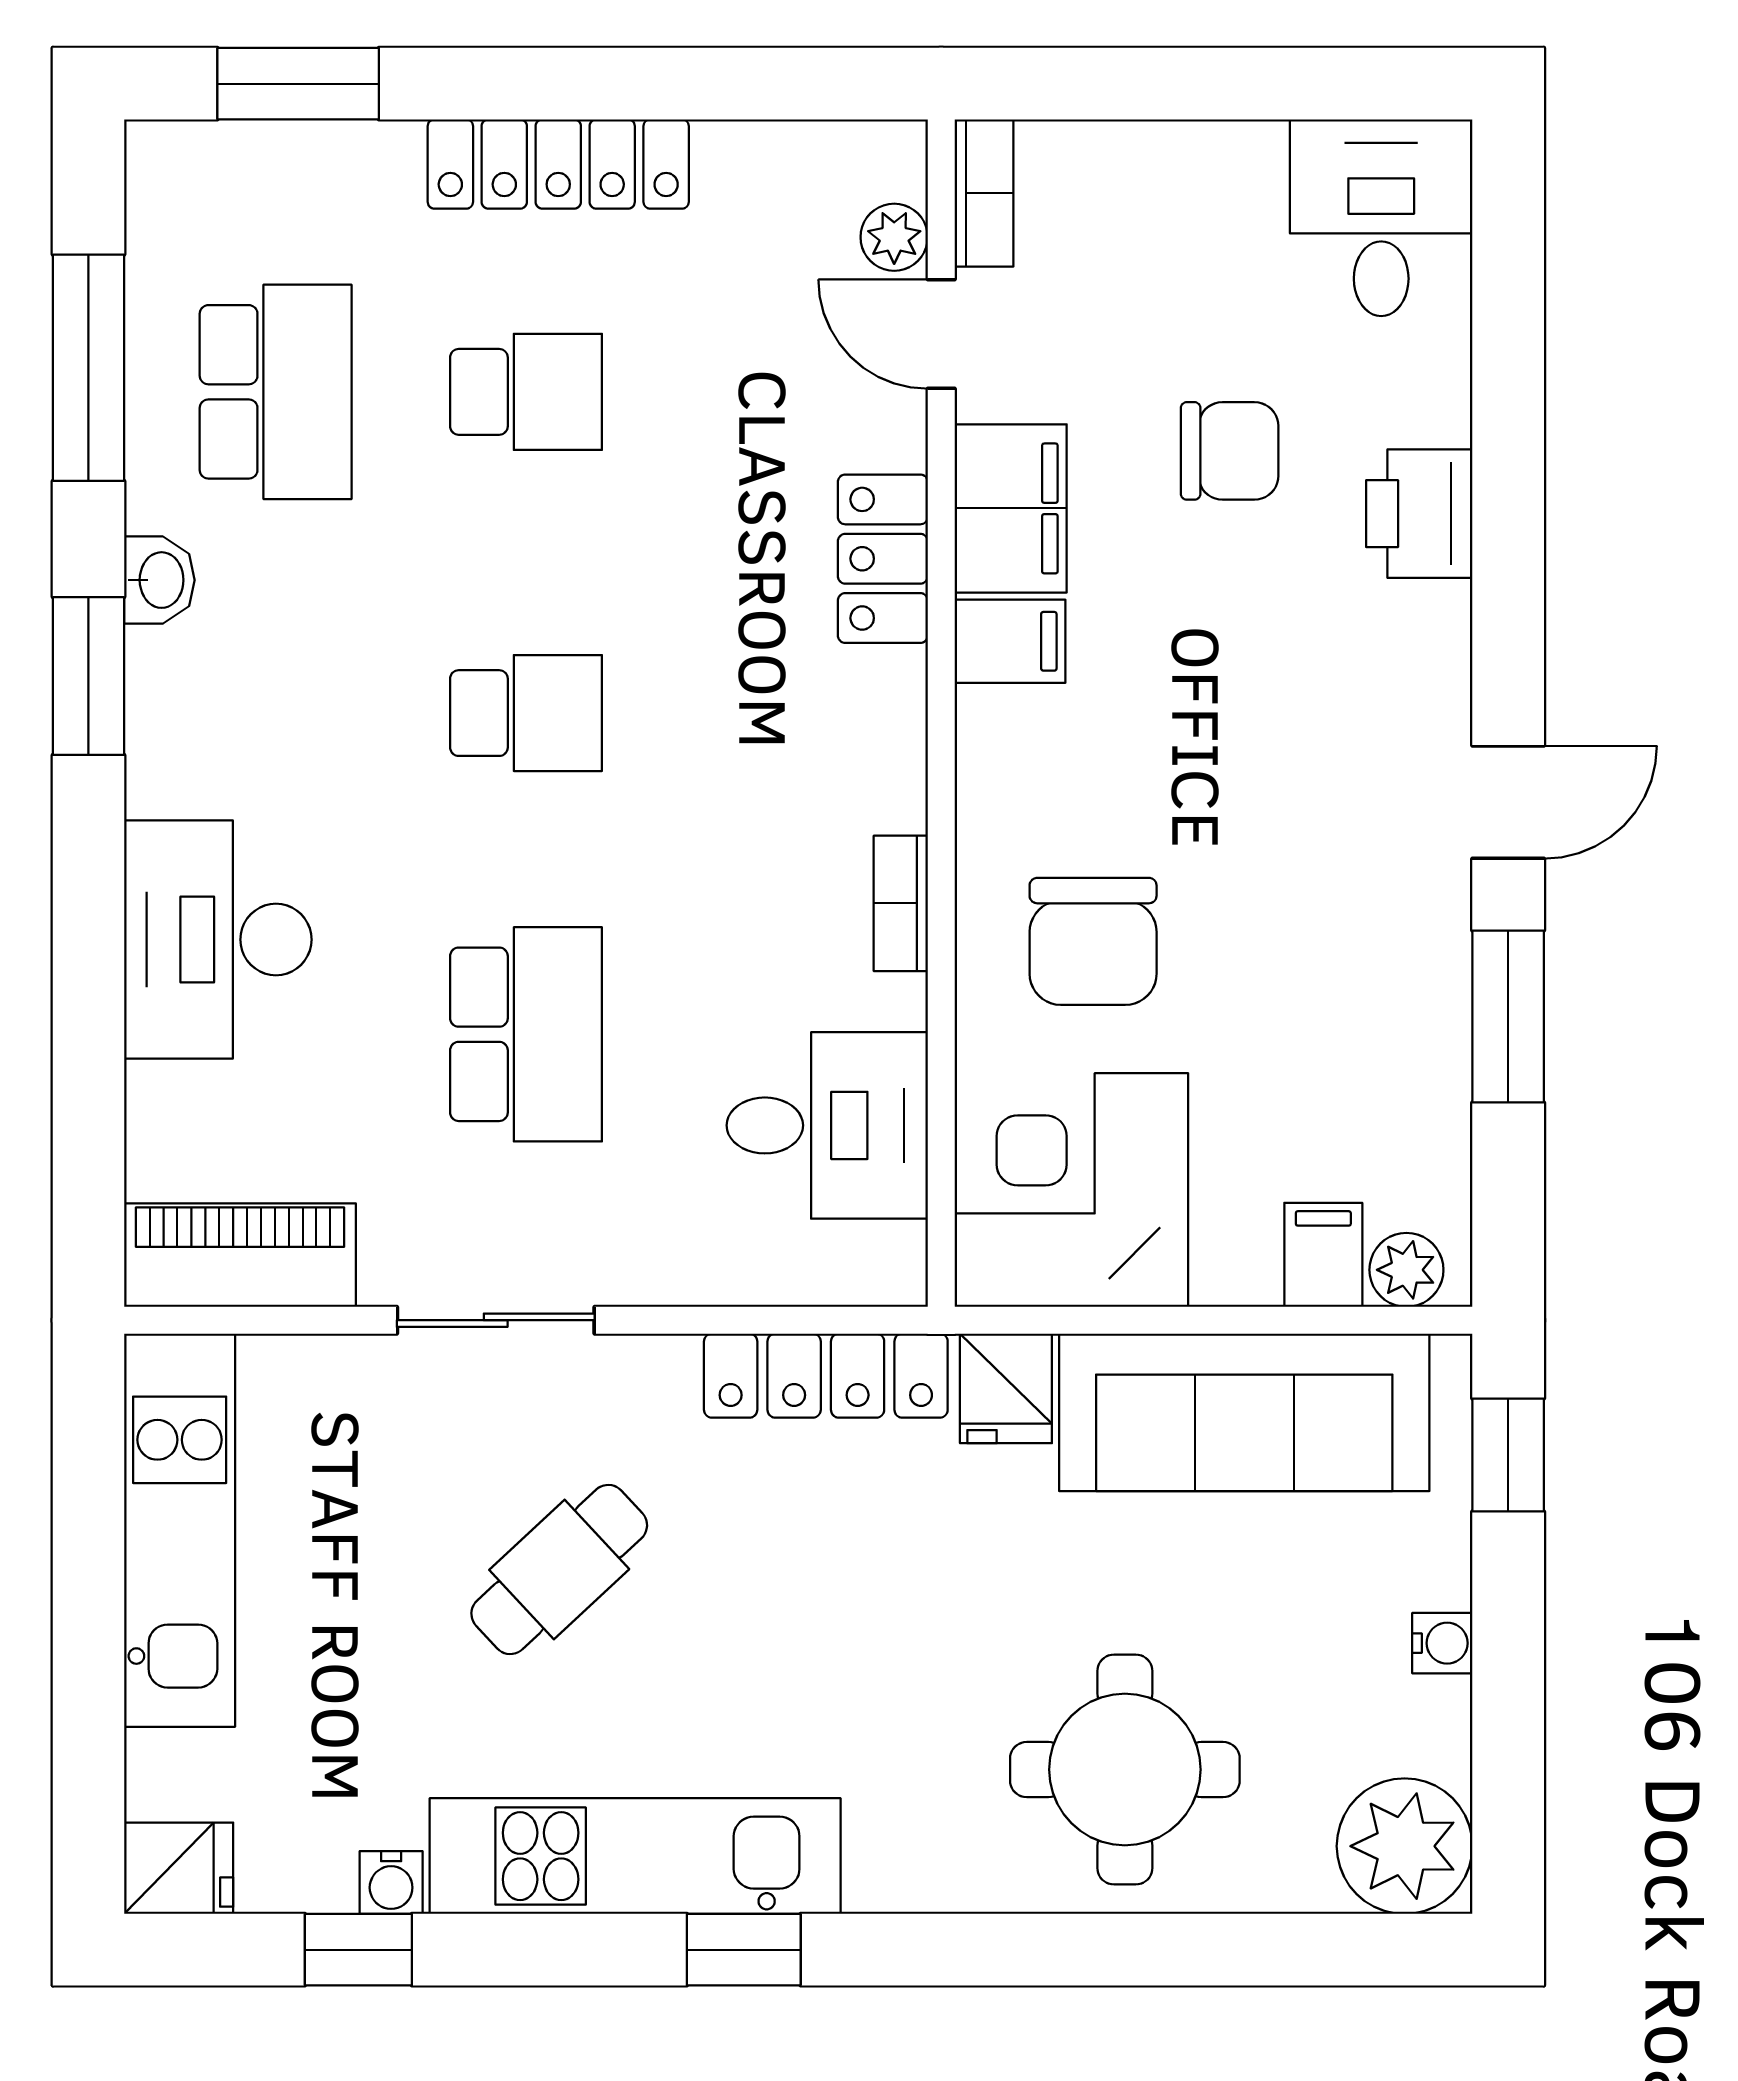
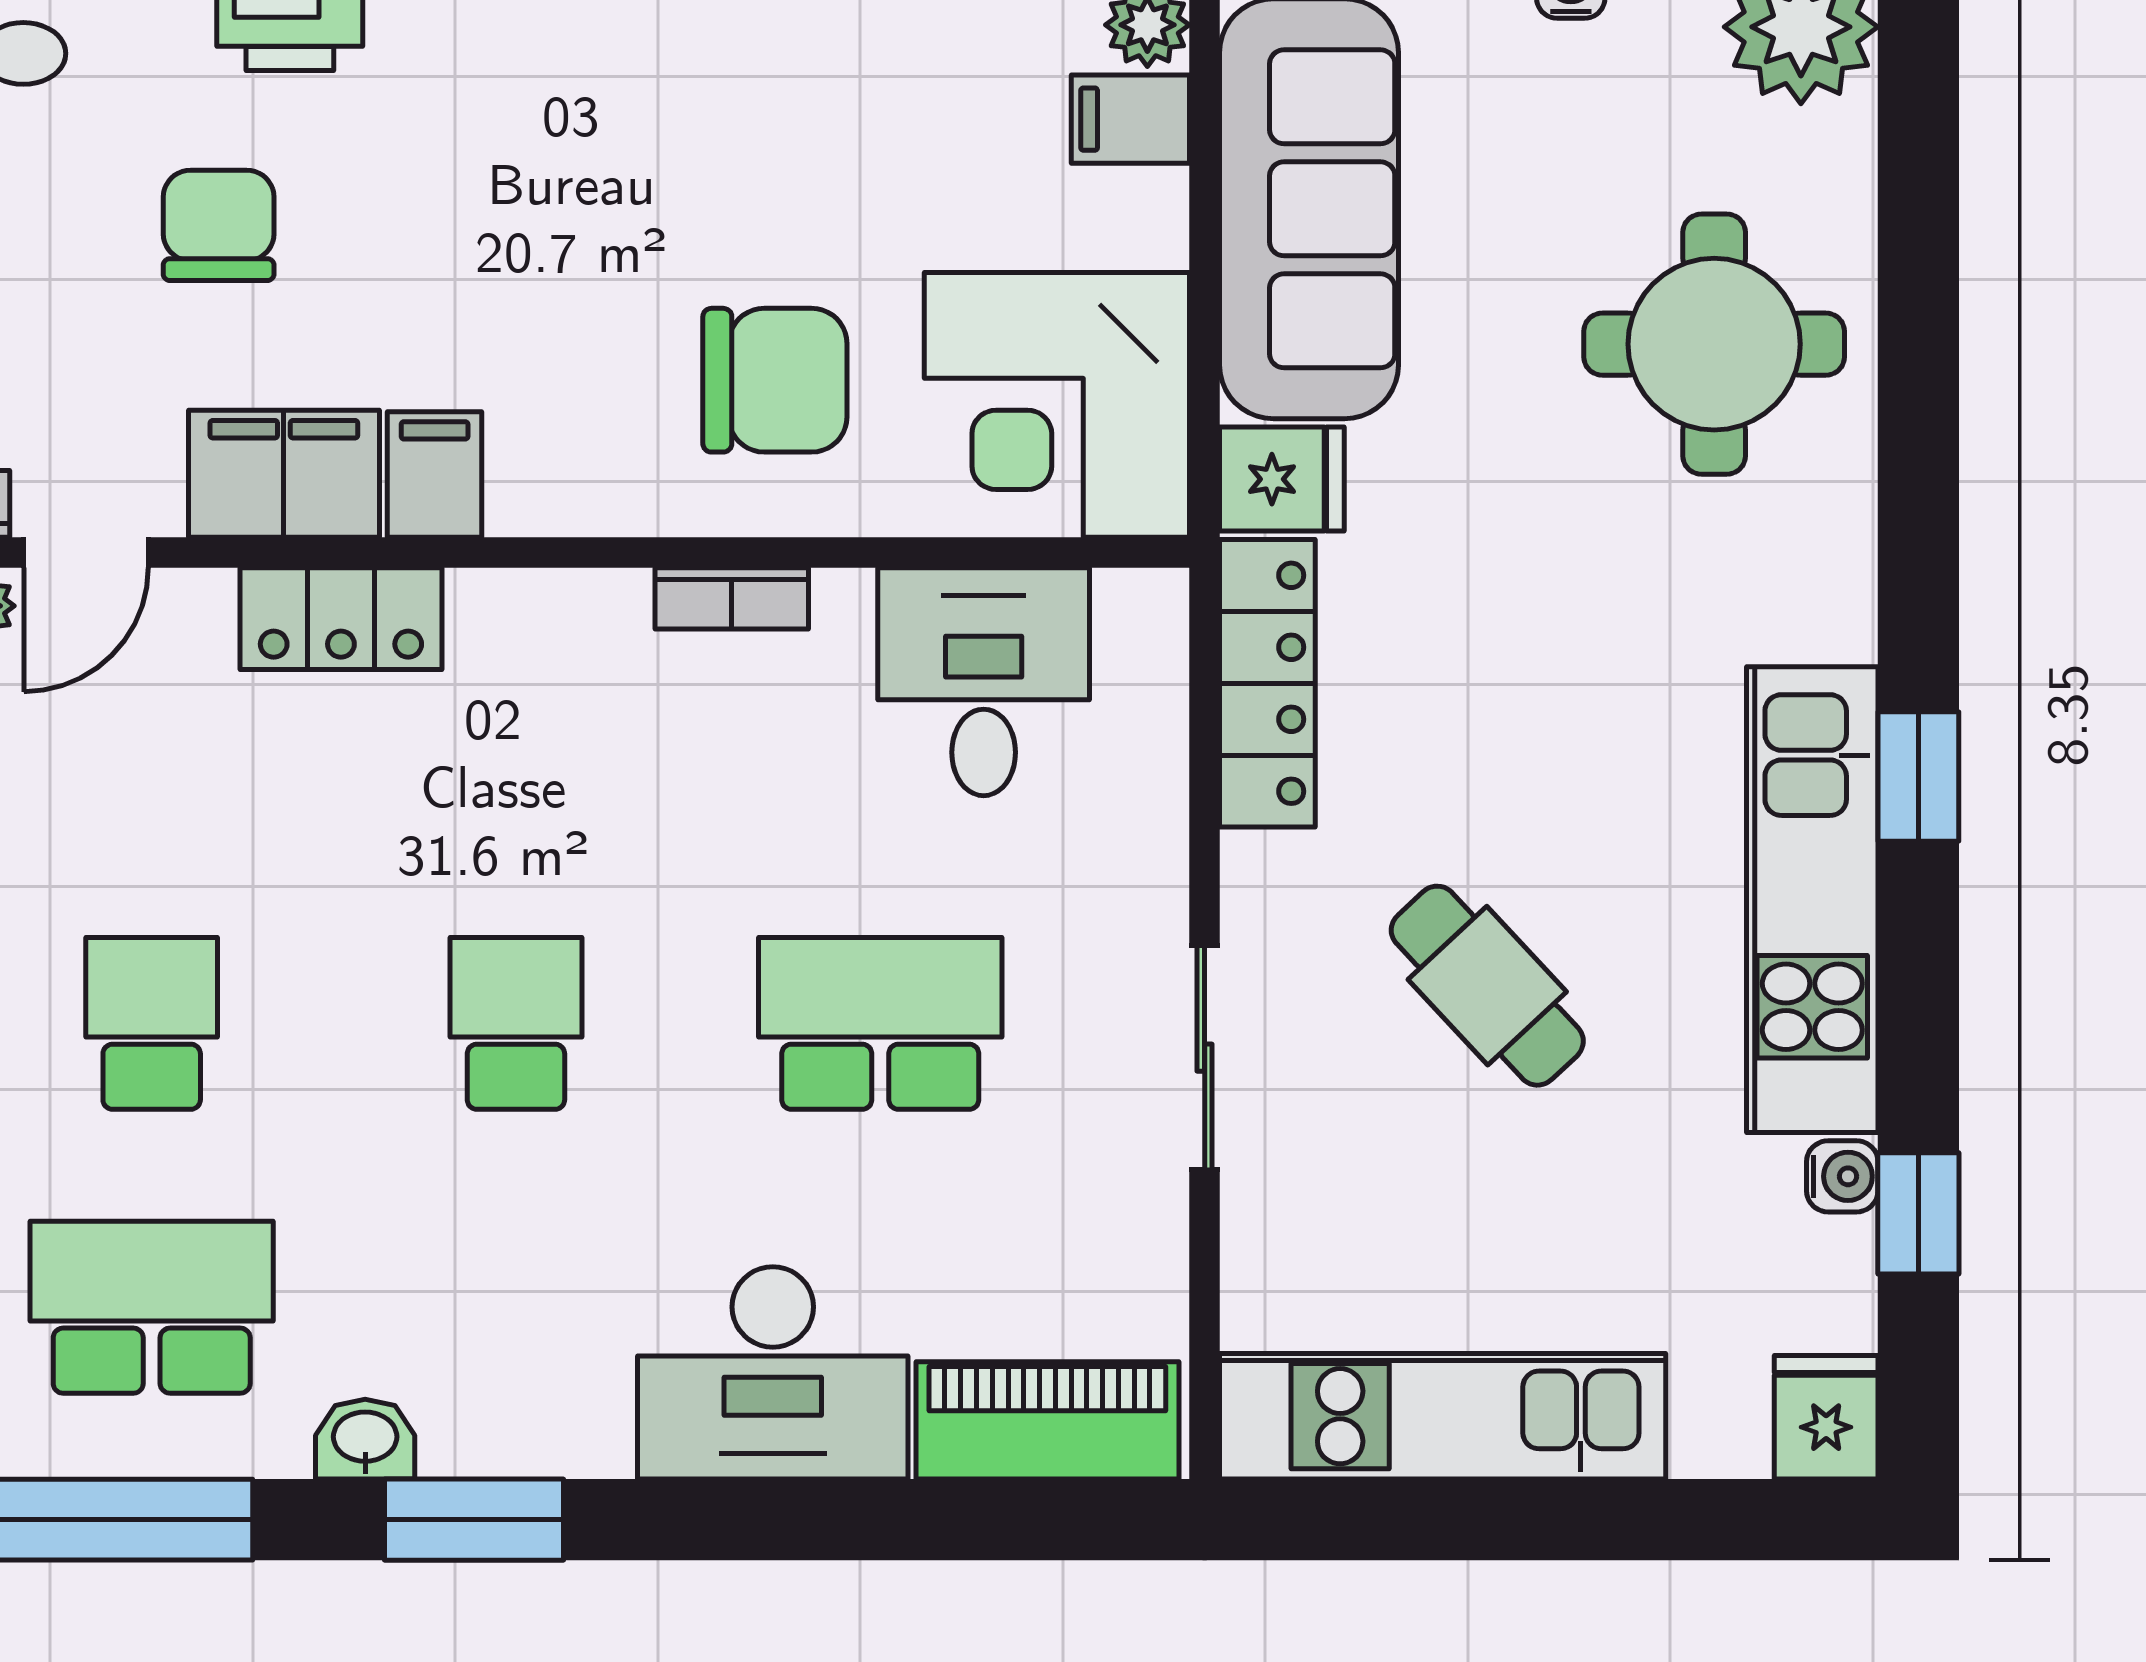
piano: (240, 1255) -> (1047, 1420), moved, turned 90

